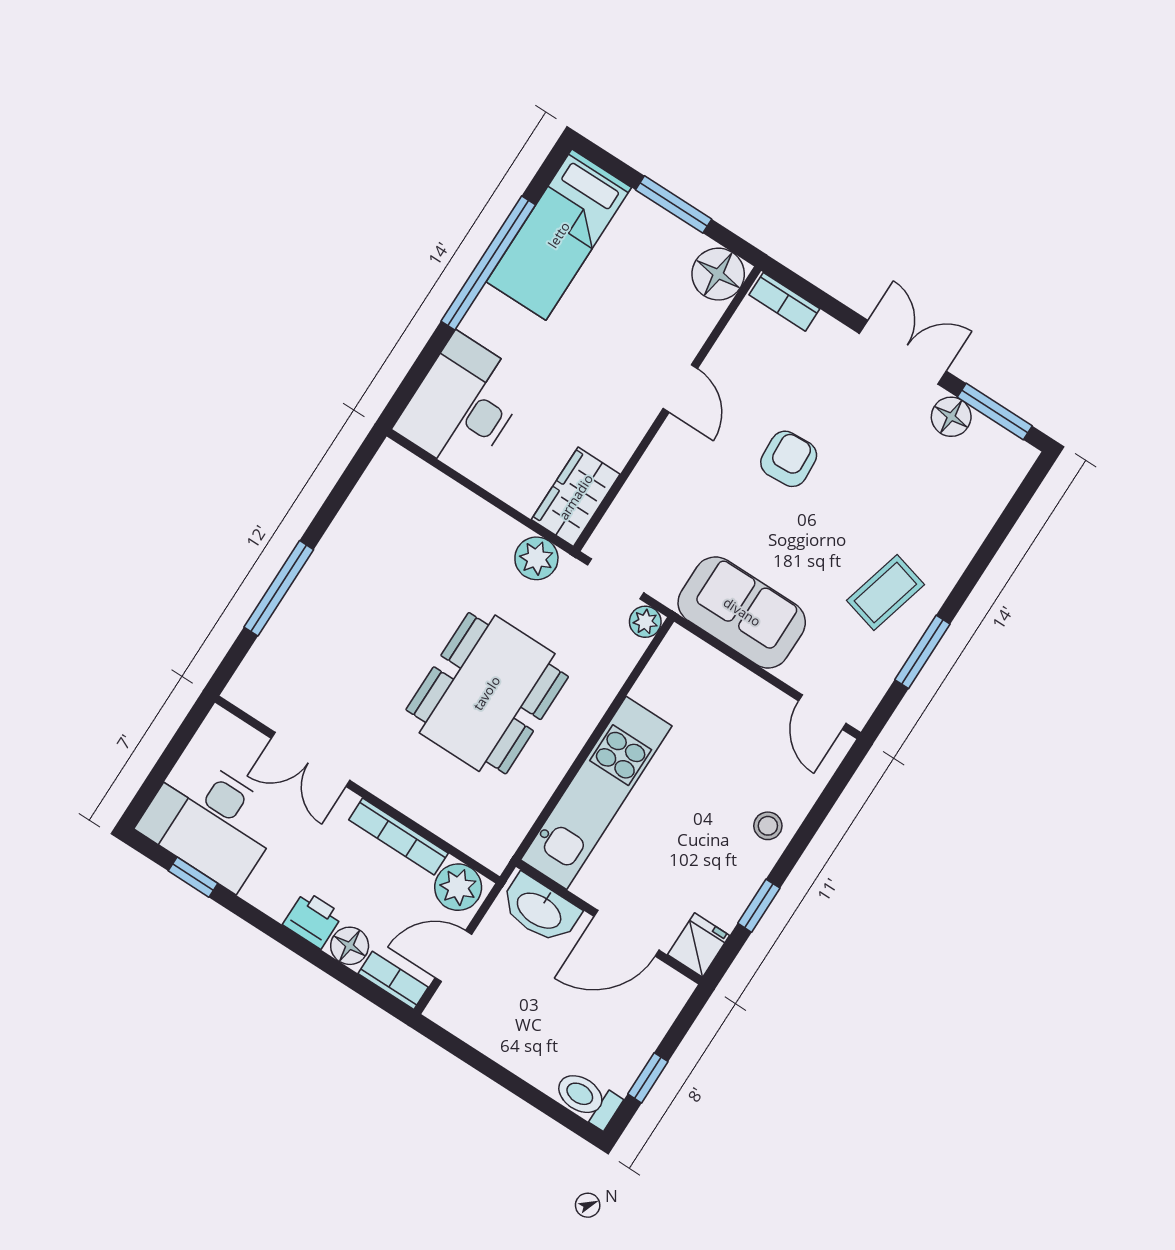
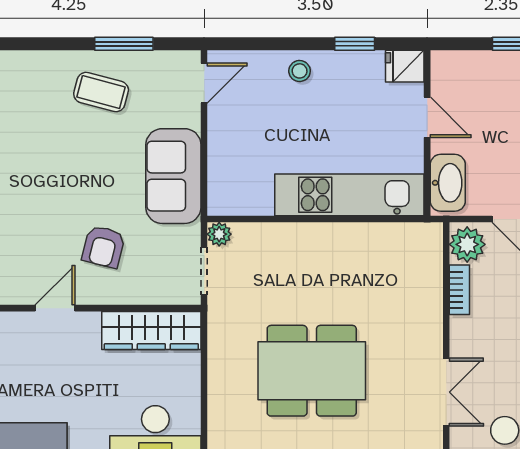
armchair: (789, 459) -> (103, 247), moved, turned -73
wardrobe: (576, 497) -> (151, 331), width x1.50
plant: (536, 558) -> (224, 330), removed
dining table: (487, 693) -> (312, 371), moved
bookcase: (398, 837) -> (459, 290), width x0.64
door: (627, 933) -> (427, 117), width x0.73

